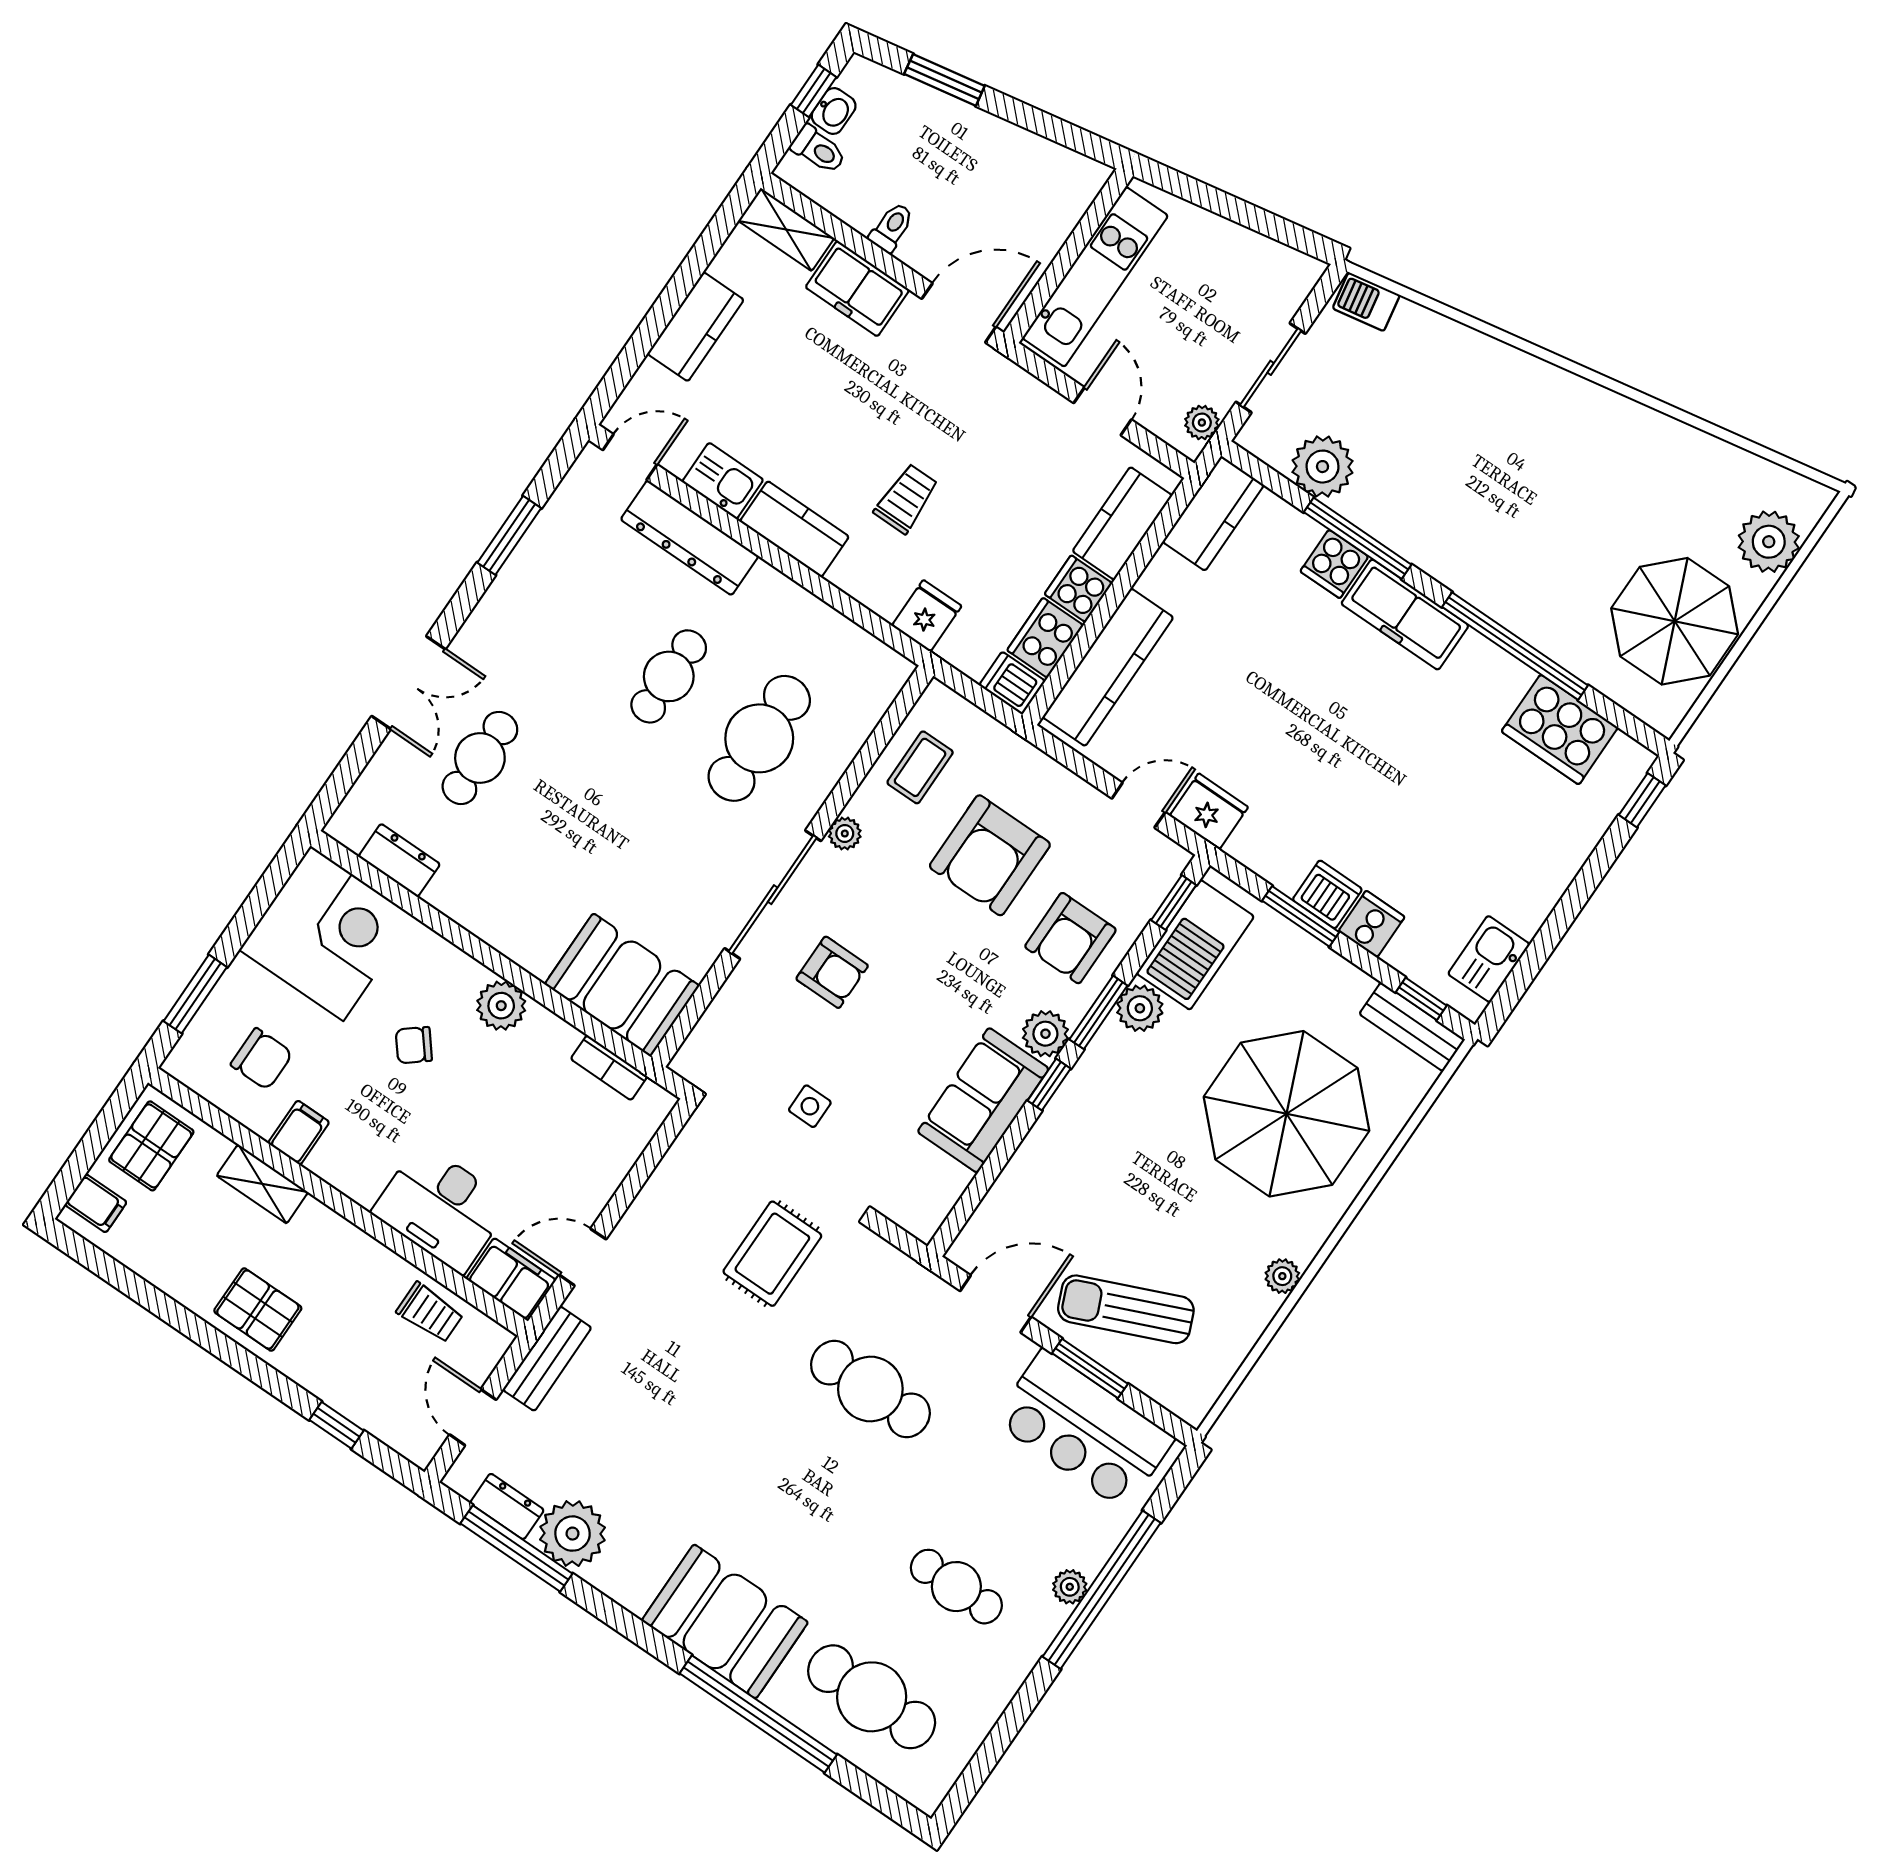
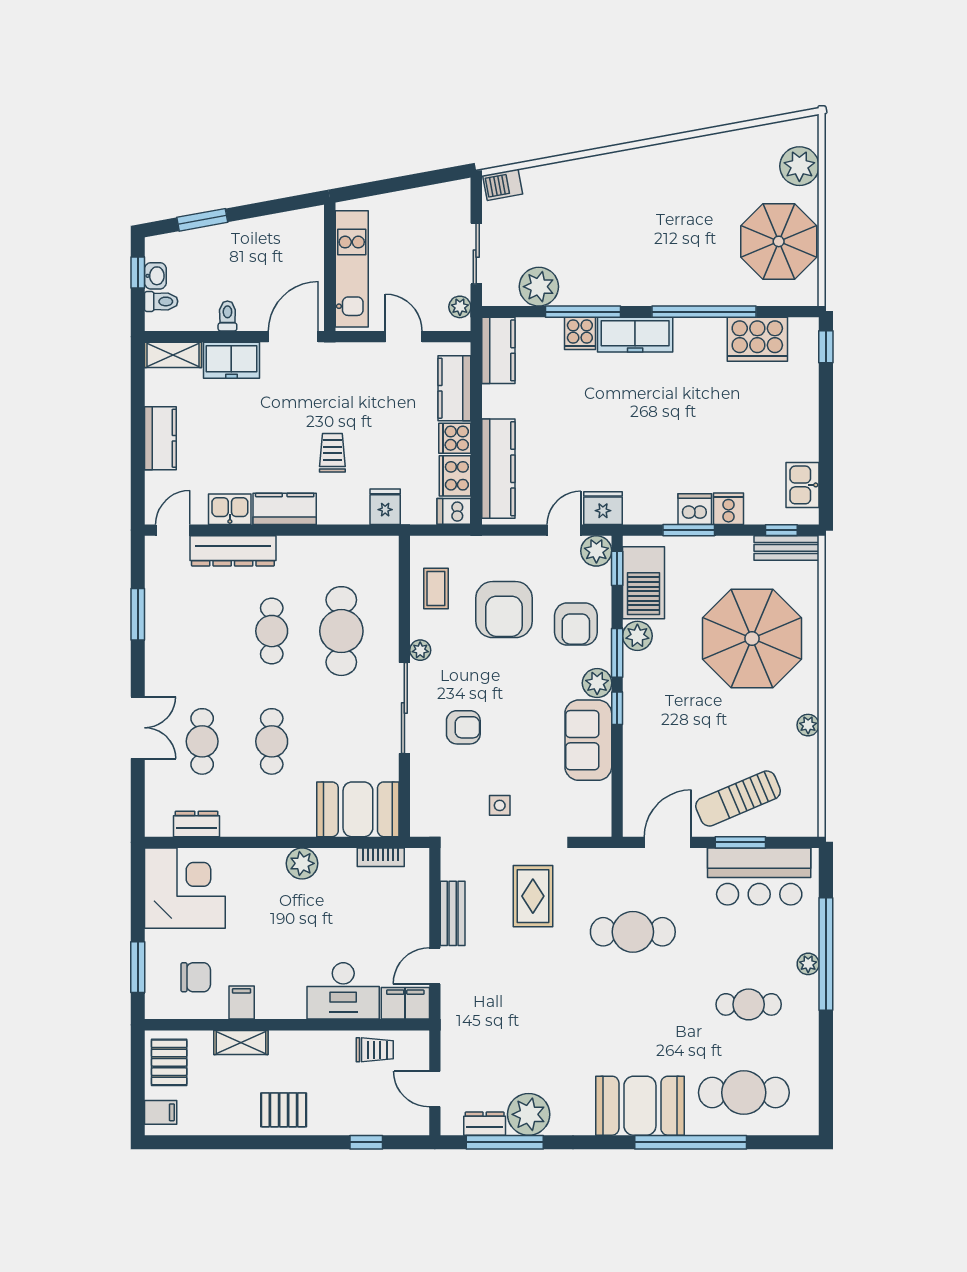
cafe table: (570, 820) -> (272, 741), added
plant: (1162, 861) -> (596, 551), added
chair: (414, 1045) -> (270, 915), removed
bench: (547, 1359) -> (453, 913), moved

